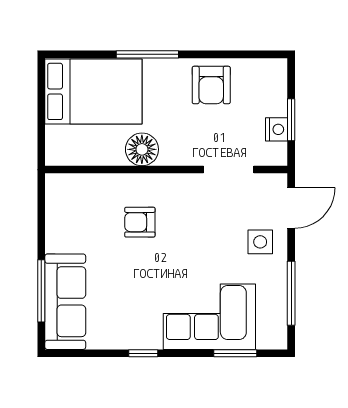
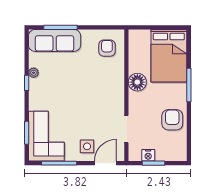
armchair: (211, 85) -> (172, 120), turned 90
door: (291, 208) -> (105, 163), swing flipped
armchair: (140, 222) -> (107, 48), moved
corner sofa: (209, 317) -> (46, 136), moved
plant: (125, 340) -> (34, 73), added

